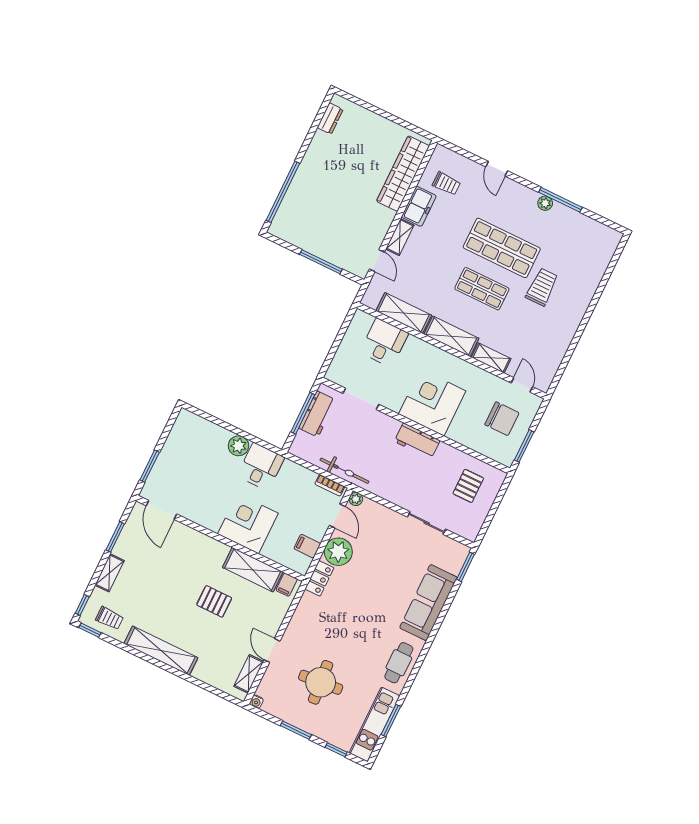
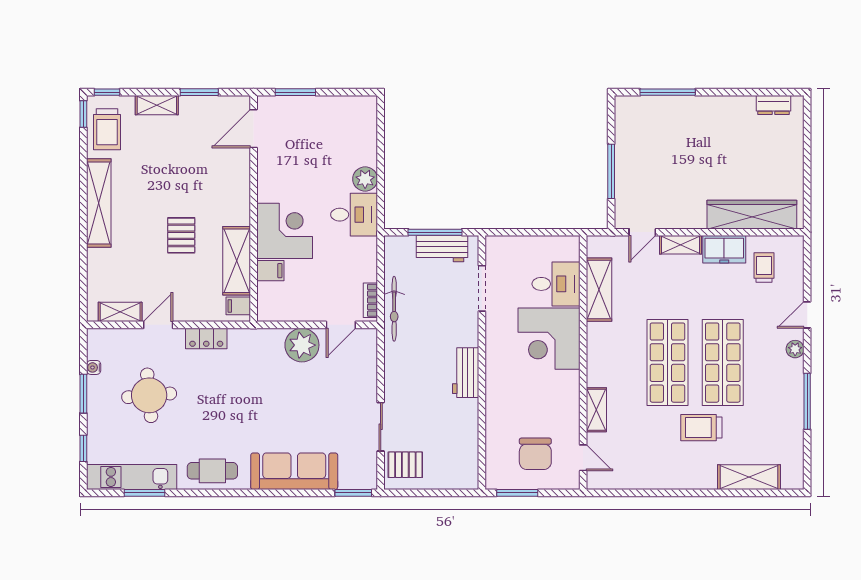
trolley: (446, 184) -> (764, 268), turned 180
window: (283, 192) -> (668, 92), width x0.68
plant: (545, 203) -> (795, 349), moved
trolley: (542, 287) -> (701, 428), turned 180
shop shelf: (482, 289) -> (667, 363), width x1.43, depth x1.36
shelving: (451, 336) -> (749, 477), moved, turned 90
door: (522, 385) -> (583, 458), hinge flipped
corner desk: (432, 402) -> (549, 339), moved, turned 180
pallet: (468, 486) -> (405, 465), moved
plant: (356, 499) -> (369, 336), removed
filing cabinet: (307, 546) -> (270, 271), moved, turned 90
locker: (319, 578) -> (206, 339), moved
trolley: (110, 618) -> (107, 129), width x1.36, depth x1.39
water cooler: (256, 702) -> (94, 367), moved

